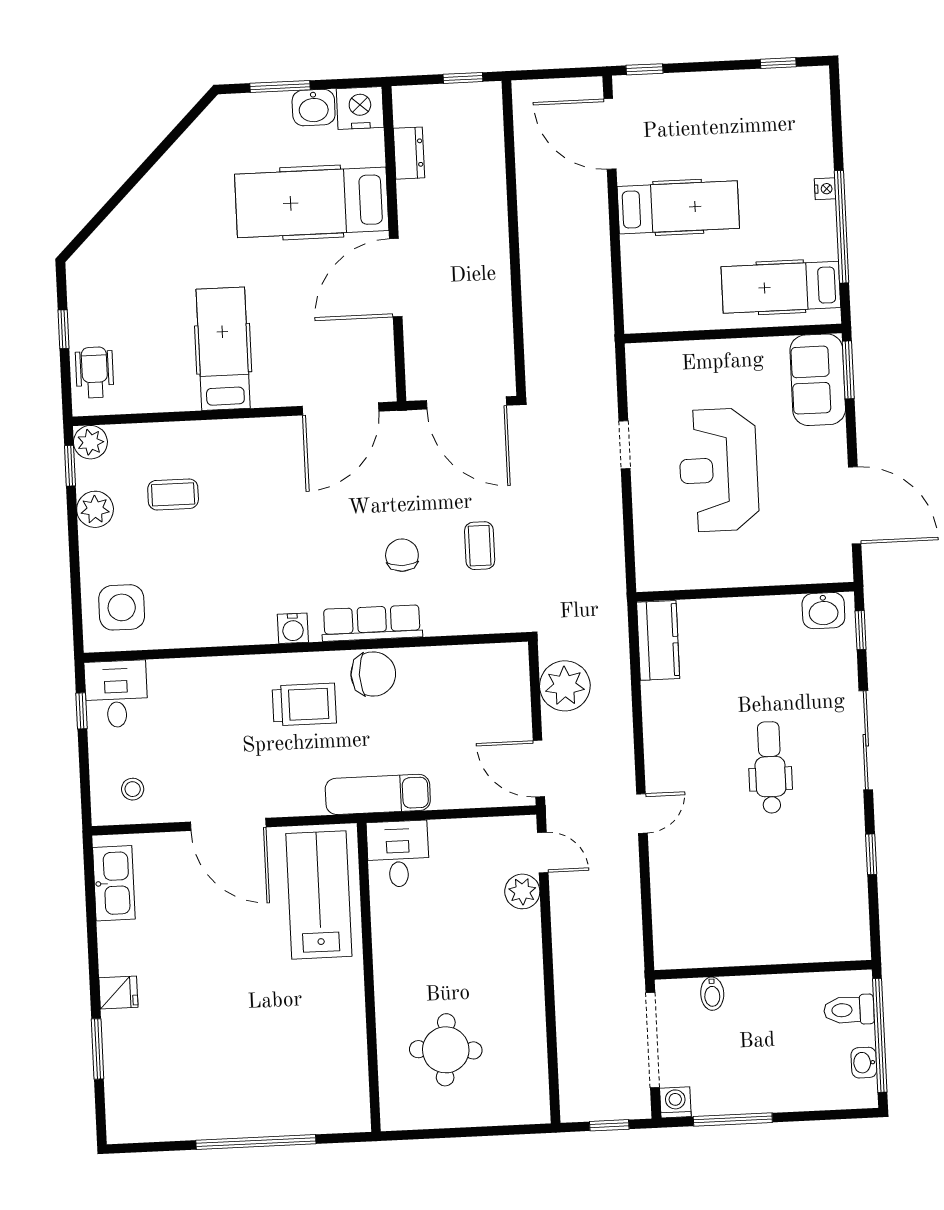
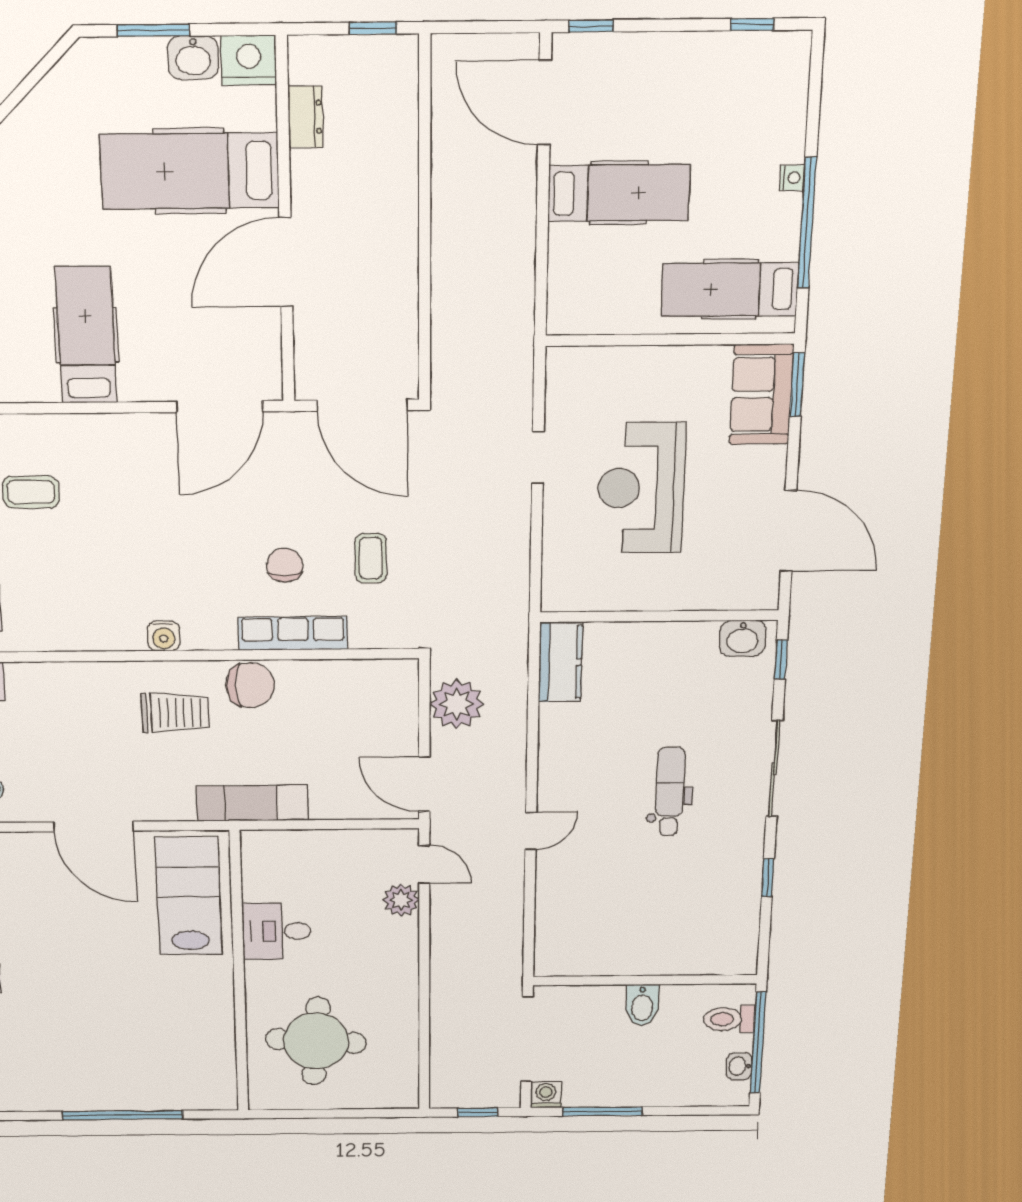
row of seats: (372, 623) -> (293, 633), moved
desk: (398, 854) -> (276, 931), moved, turned -90
bidet: (712, 994) -> (642, 1005), moved, width x1.38, depth x1.36
round table: (446, 1050) -> (316, 1041), width x1.36, depth x1.36

